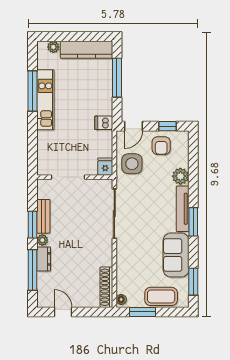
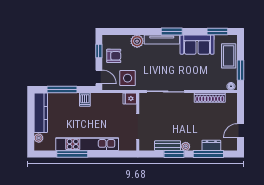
kitchen unit: (45, 100) -> (87, 144), width x1.36
dishwasher: (104, 123) -> (85, 100), moved
dresser: (44, 259) -> (211, 145), moved
shoe rack: (106, 287) -> (210, 98), moved

